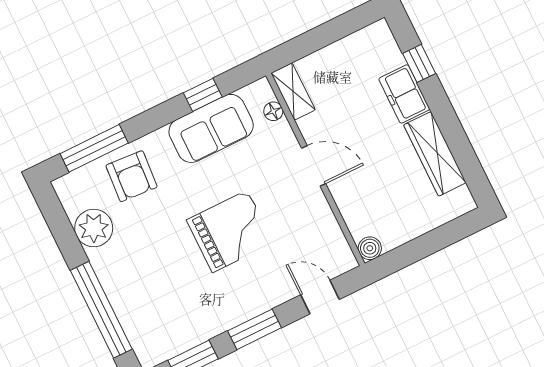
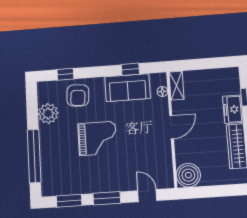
window: (94, 148) -> (65, 74), width x0.46
door: (314, 166) -> (172, 127), hinge flipped
grand piano: (230, 231) -> (97, 138), moved
boiler: (370, 248) -> (188, 175), width x1.86, depth x1.86

